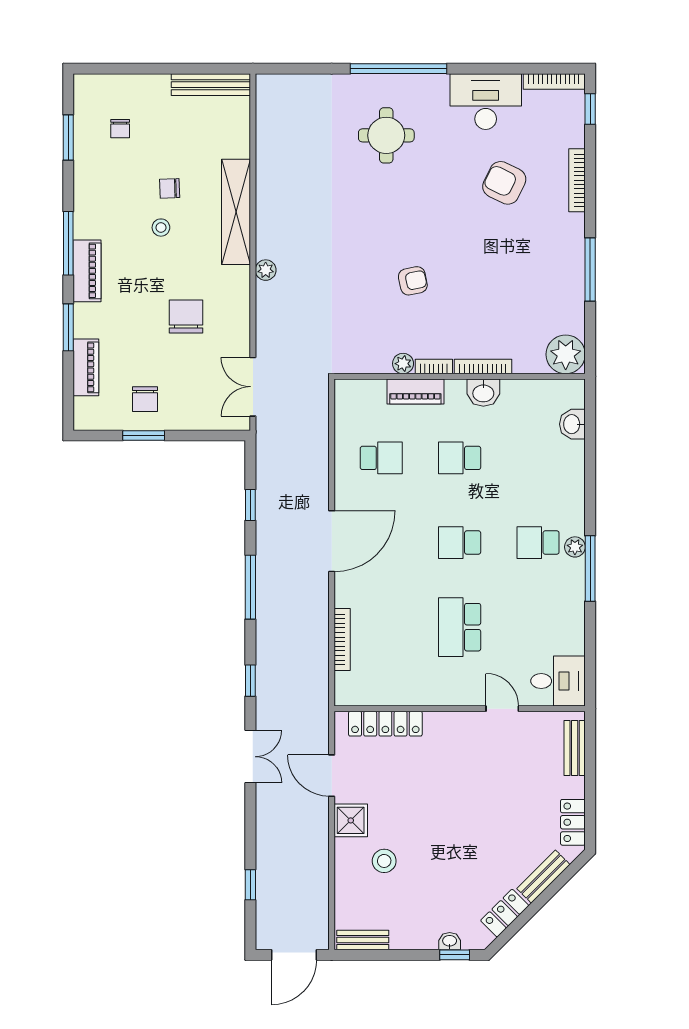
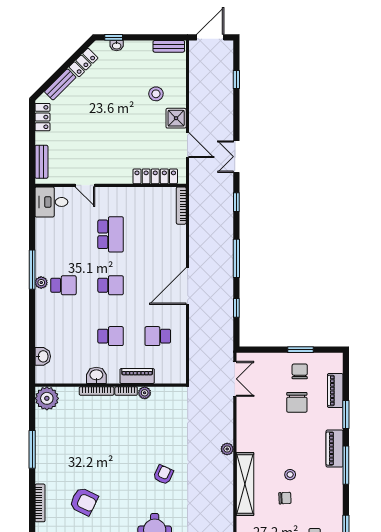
armchair: (413, 281) -> (163, 475), moved, turned 126
chair: (186, 317) -> (297, 402), moved
bookcase: (342, 639) -> (181, 206), moved

